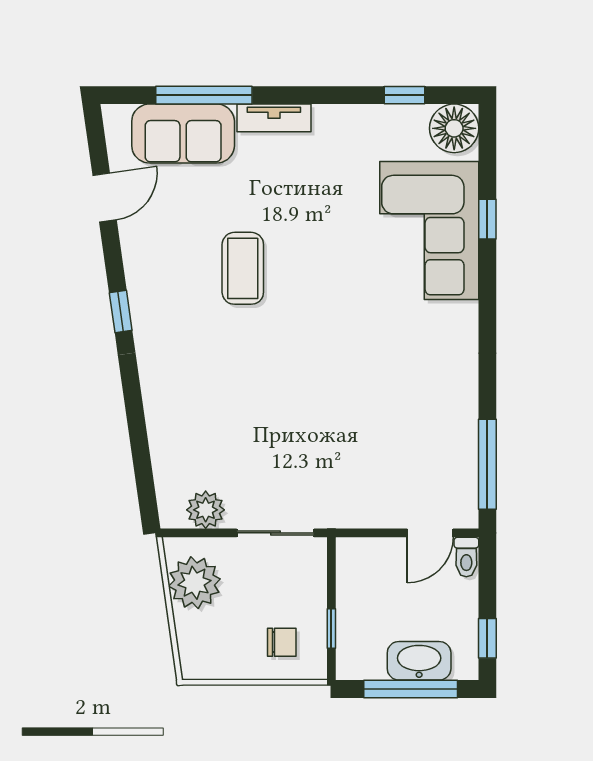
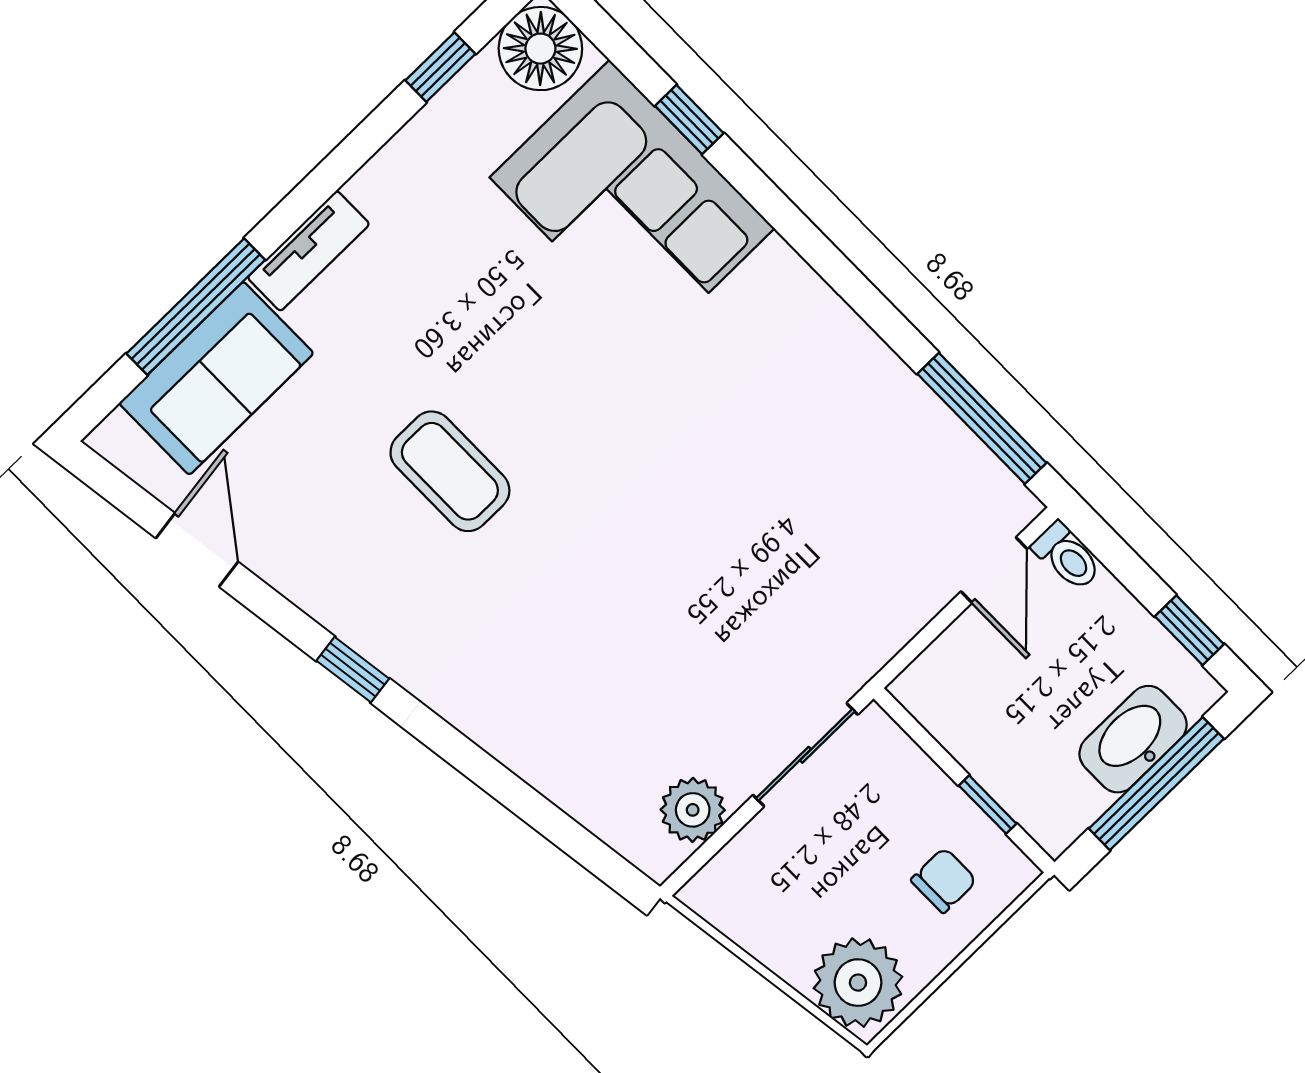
plant: (194, 583) -> (858, 983), moved

